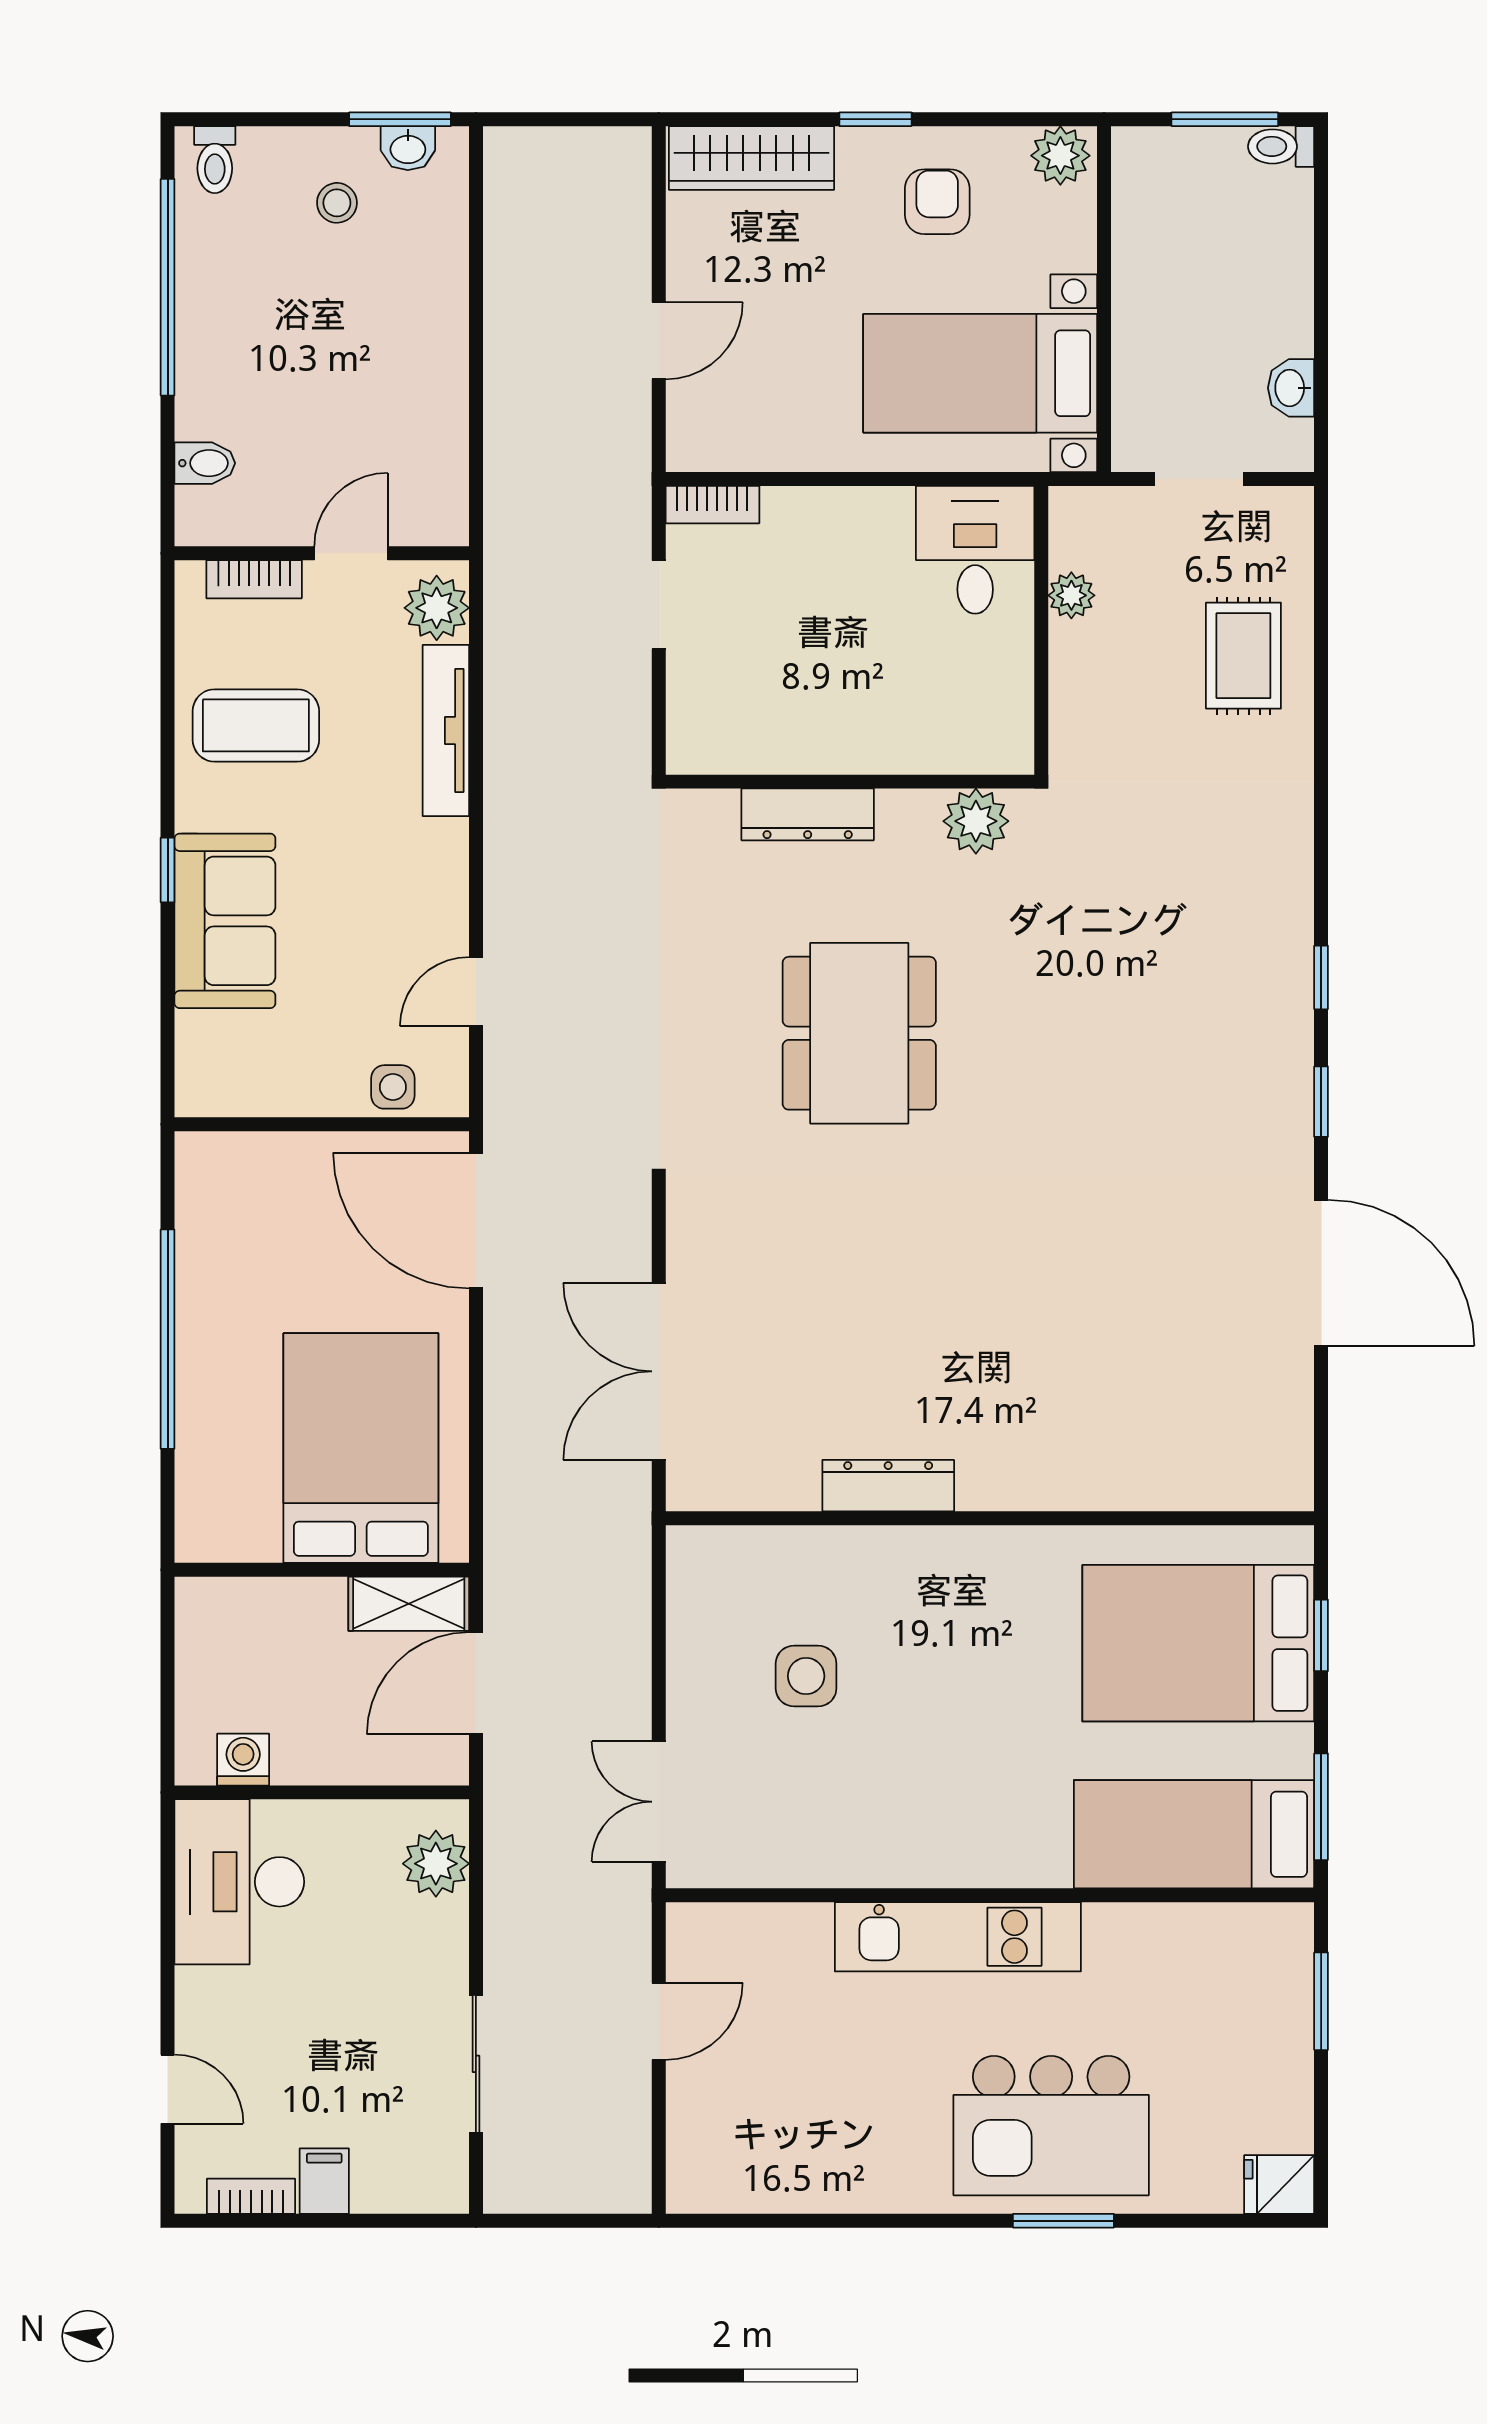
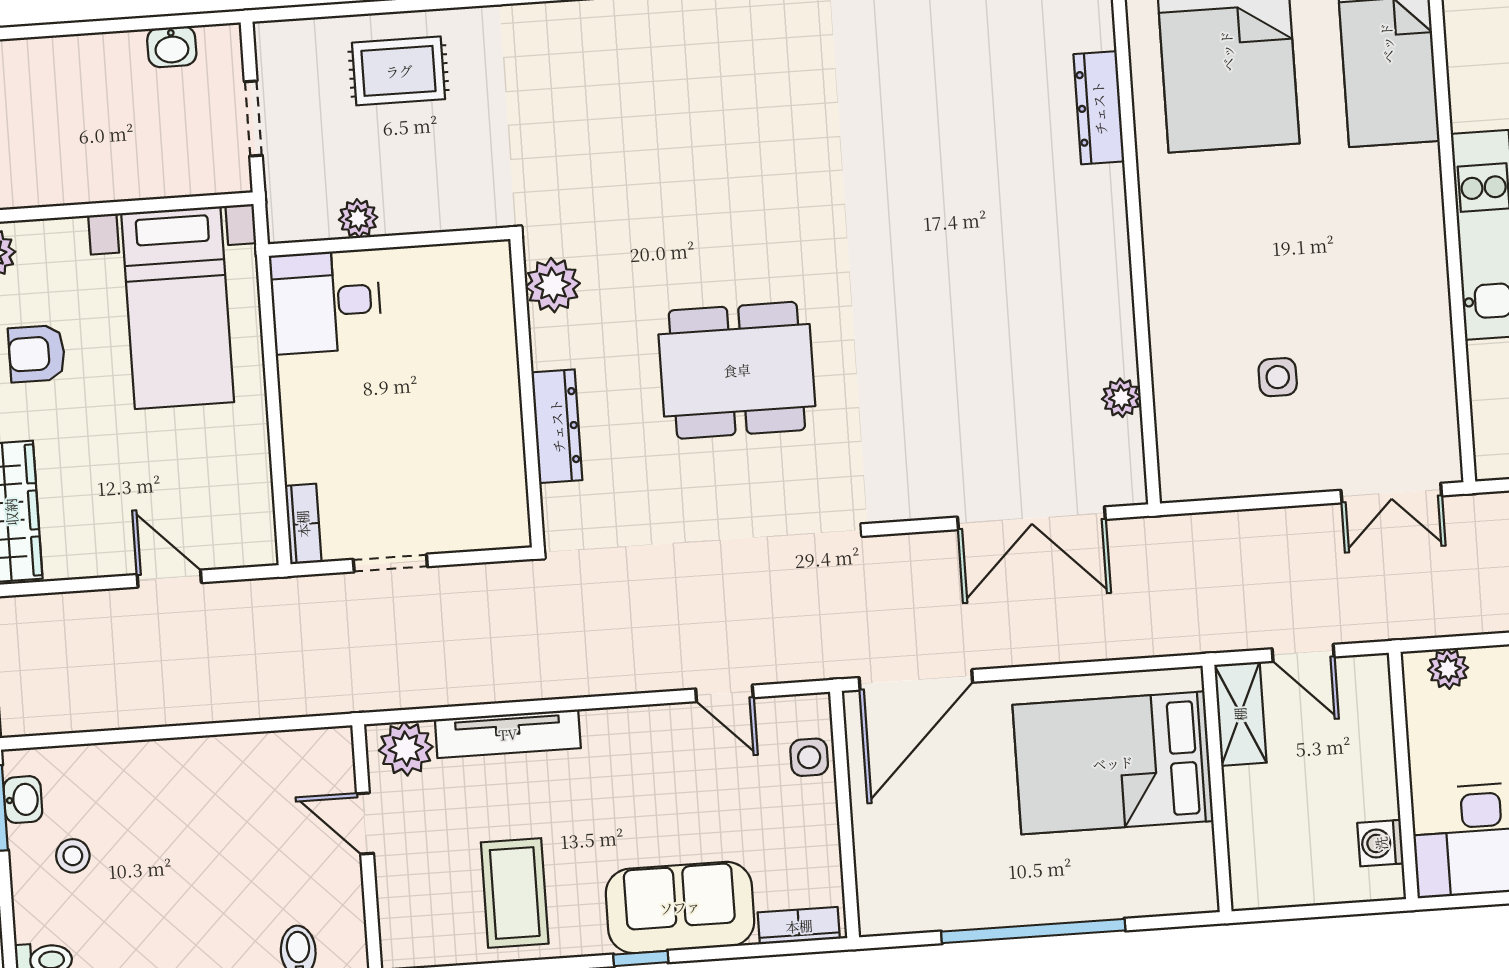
bookcase: (254, 579) -> (799, 926), moved, turned -90
dresser: (888, 1486) -> (1099, 108), moved
plant: (795, 1488) -> (1121, 398), added
side table: (806, 1676) -> (1278, 377), width x0.73, depth x0.73
door: (476, 1683) -> (1303, 653), width x0.73
plant: (436, 1864) -> (1448, 669), width x0.73, depth x0.73

